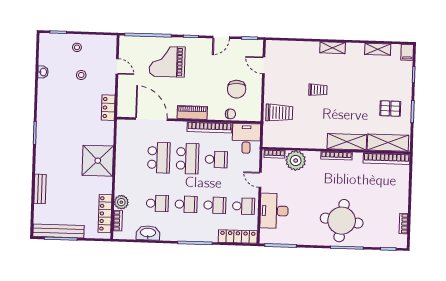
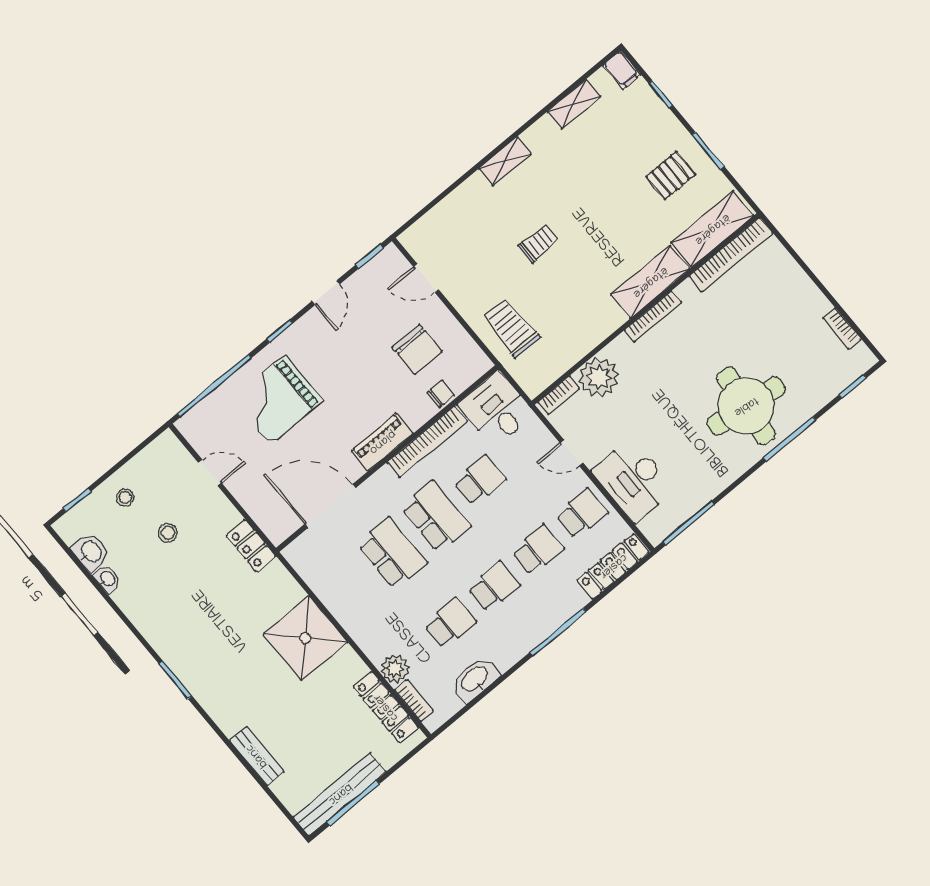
washbasin: (46, 56) -> (91, 552), added
trolley: (279, 113) -> (512, 328), turned -90

